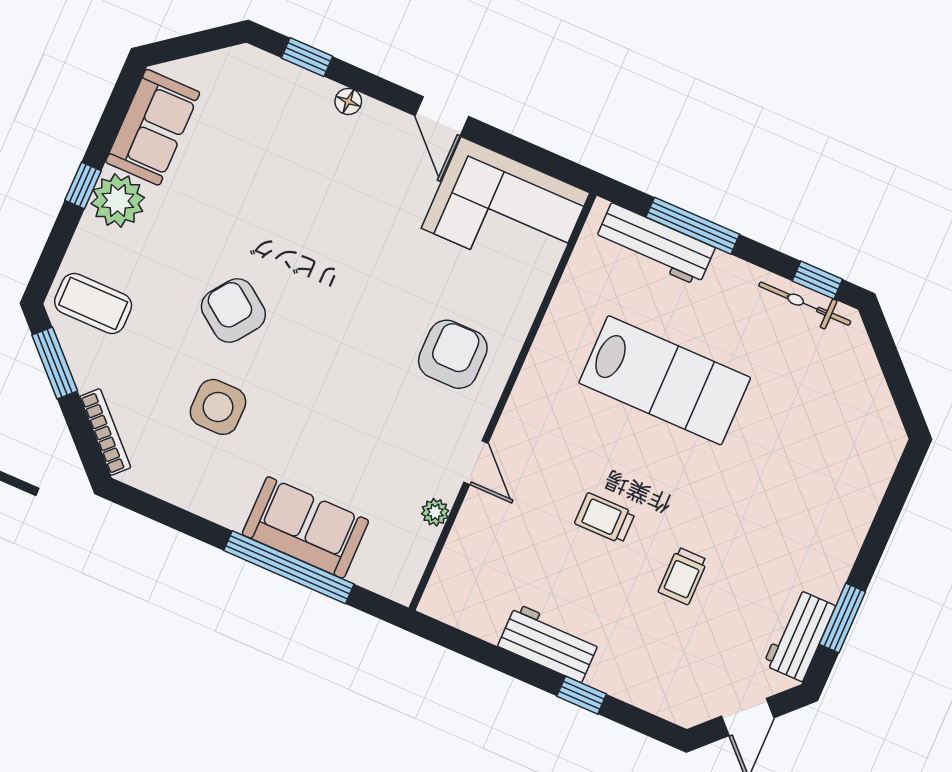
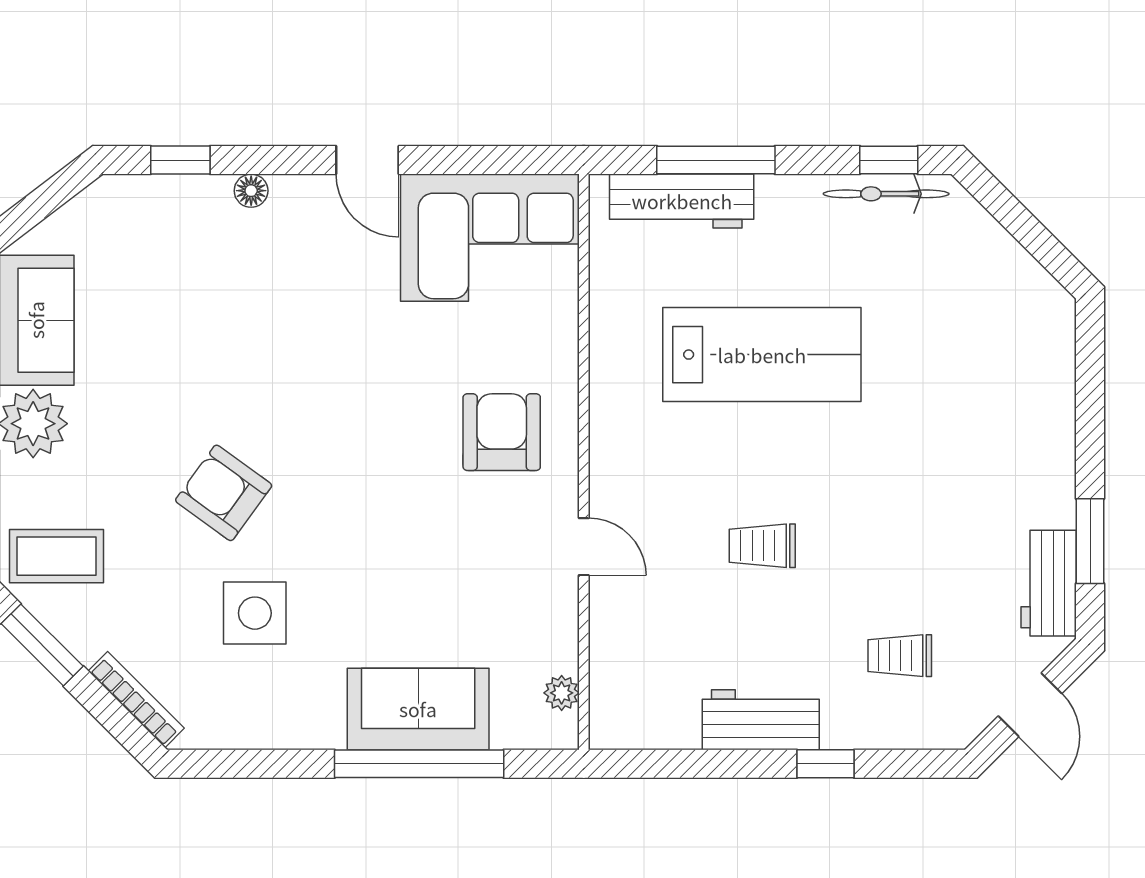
plant: (435, 512) -> (562, 693), moved
trolley: (683, 576) -> (900, 656), moved, turned 90

